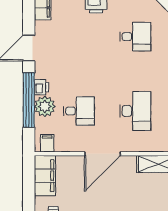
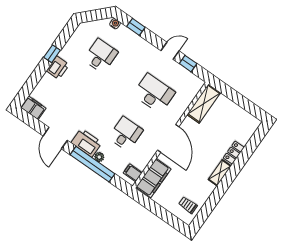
printer: (41, 87) -> (86, 143), width x1.87, depth x1.48
plant: (45, 106) -> (99, 157), width x0.53, depth x0.53
filing cabinet: (45, 176) -> (153, 178), moved, turned 90

